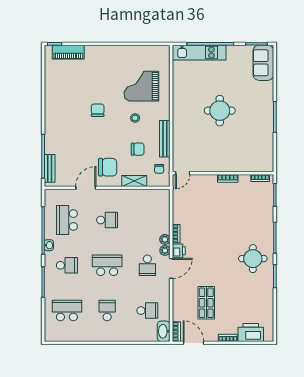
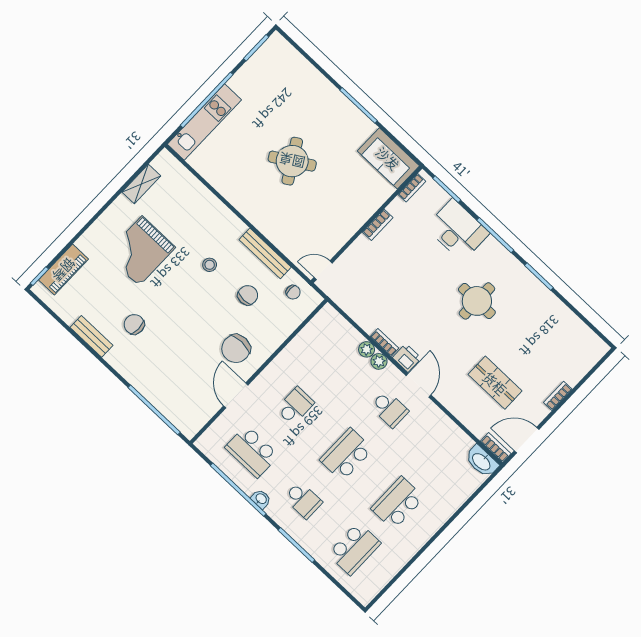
sofa: (263, 63) -> (388, 158), moved
grand piano: (141, 86) -> (140, 251), moved
chair: (98, 110) -> (134, 324), moved
round table: (220, 111) -> (292, 161), turned -31
chair: (108, 167) -> (236, 349), turned 180
bench: (50, 168) -> (91, 336), moved
door: (183, 173) -> (323, 270), swing flipped
shelving: (134, 181) -> (141, 184), moved
desk: (261, 218) -> (458, 230), added
plant: (165, 250) -> (367, 349), moved
round table: (253, 259) -> (477, 301), moved
school desk: (67, 265) -> (303, 500), turned 90
school desk: (67, 311) -> (354, 549), turned 180
school desk: (107, 311) -> (397, 503), width x1.85
school desk: (147, 311) -> (441, 458), removed
printer: (251, 333) -> (577, 364), removed

